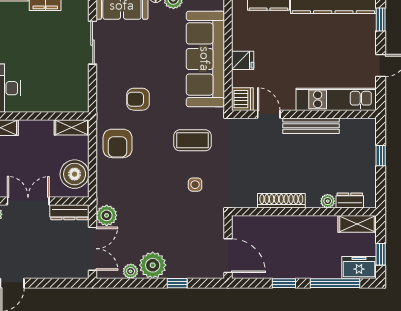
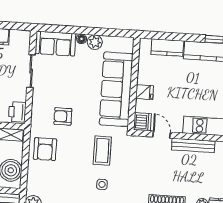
printer: (78, 97) -> (17, 112), added
coffee table: (192, 140) -> (102, 151), turned 90

